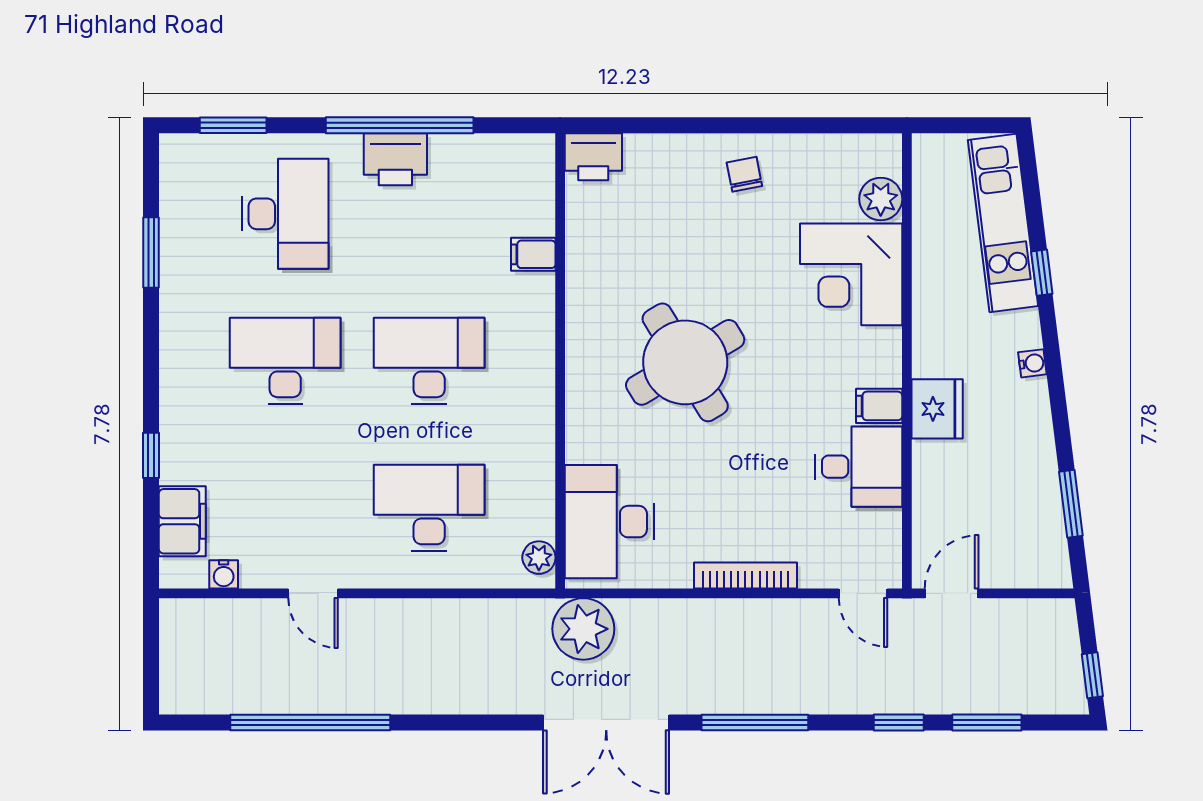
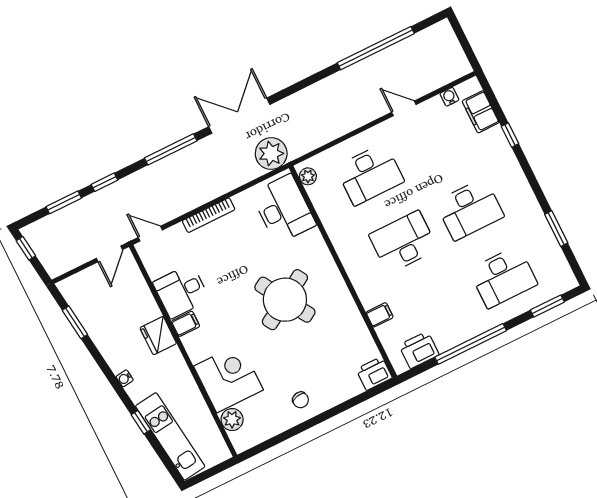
printer: (395, 159) -> (419, 350), moved
desk: (285, 214) -> (503, 277), turned -90
desk: (429, 361) -> (403, 242), turned 180

